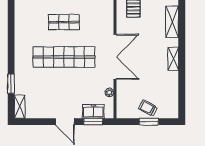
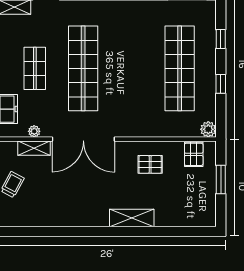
shop shelf: (64, 22) -> (35, 68), moved
shelving: (173, 59) -> (34, 148), moved

